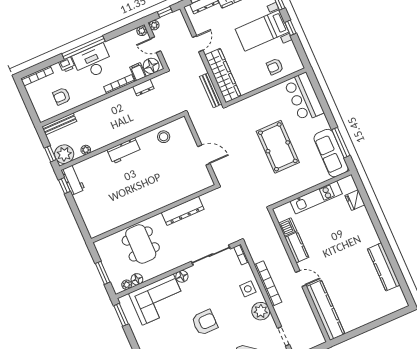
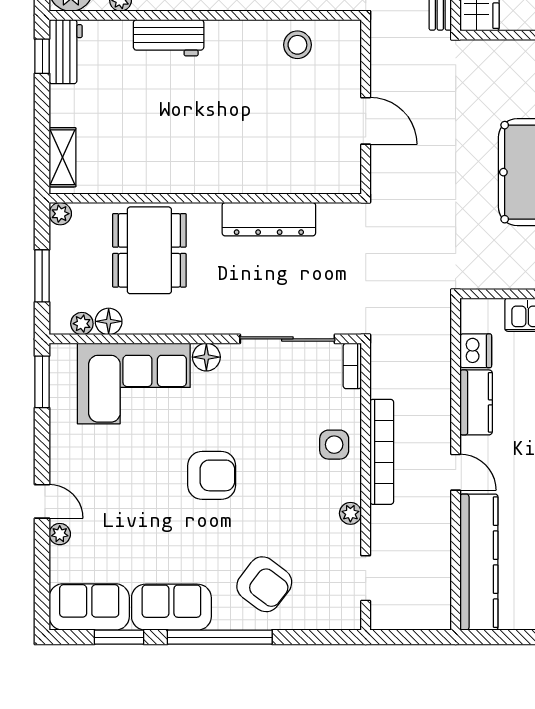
workbench: (124, 151) -> (169, 38), moved
shelving: (90, 222) -> (62, 157), added
plant: (99, 245) -> (60, 214), added
plant: (261, 311) -> (350, 513), width x0.53, depth x0.53

